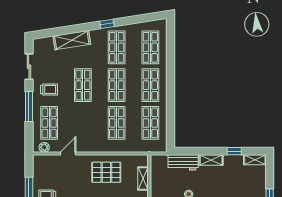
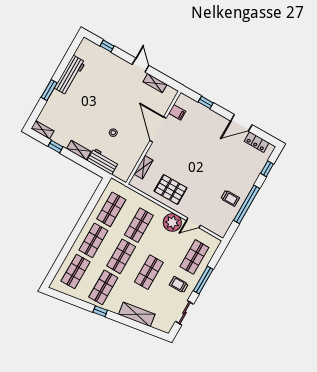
plant: (44, 147) -> (172, 222), moved, width x1.88, depth x1.88

